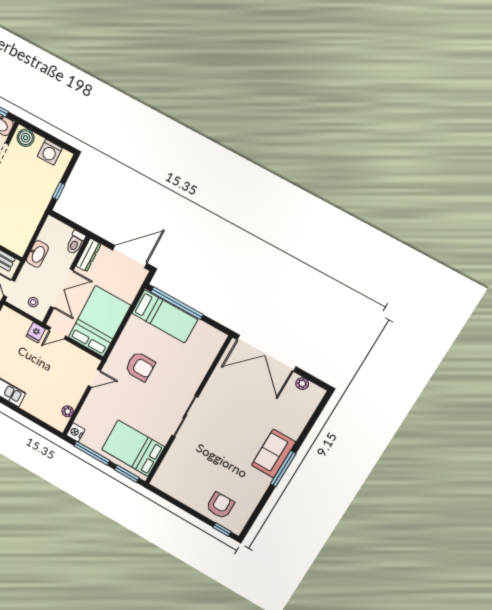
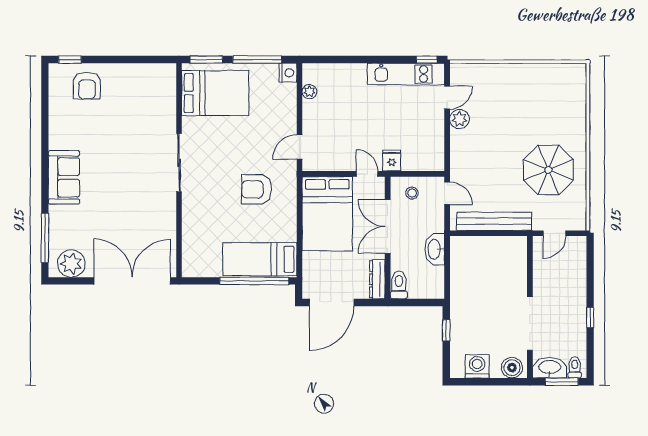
door: (57, 333) -> (367, 174), hinge flipped
plant: (302, 384) -> (71, 264), width x1.88, depth x1.88
window: (283, 469) -> (45, 238), moved

